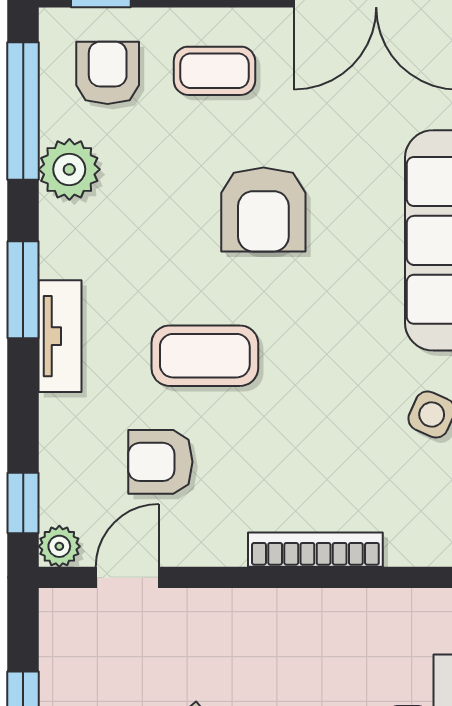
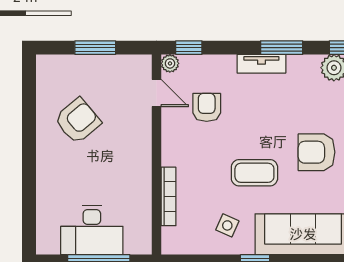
coffee table: (205, 356) -> (254, 173), moved, turned 90
bookcase: (315, 550) -> (169, 196), moved

